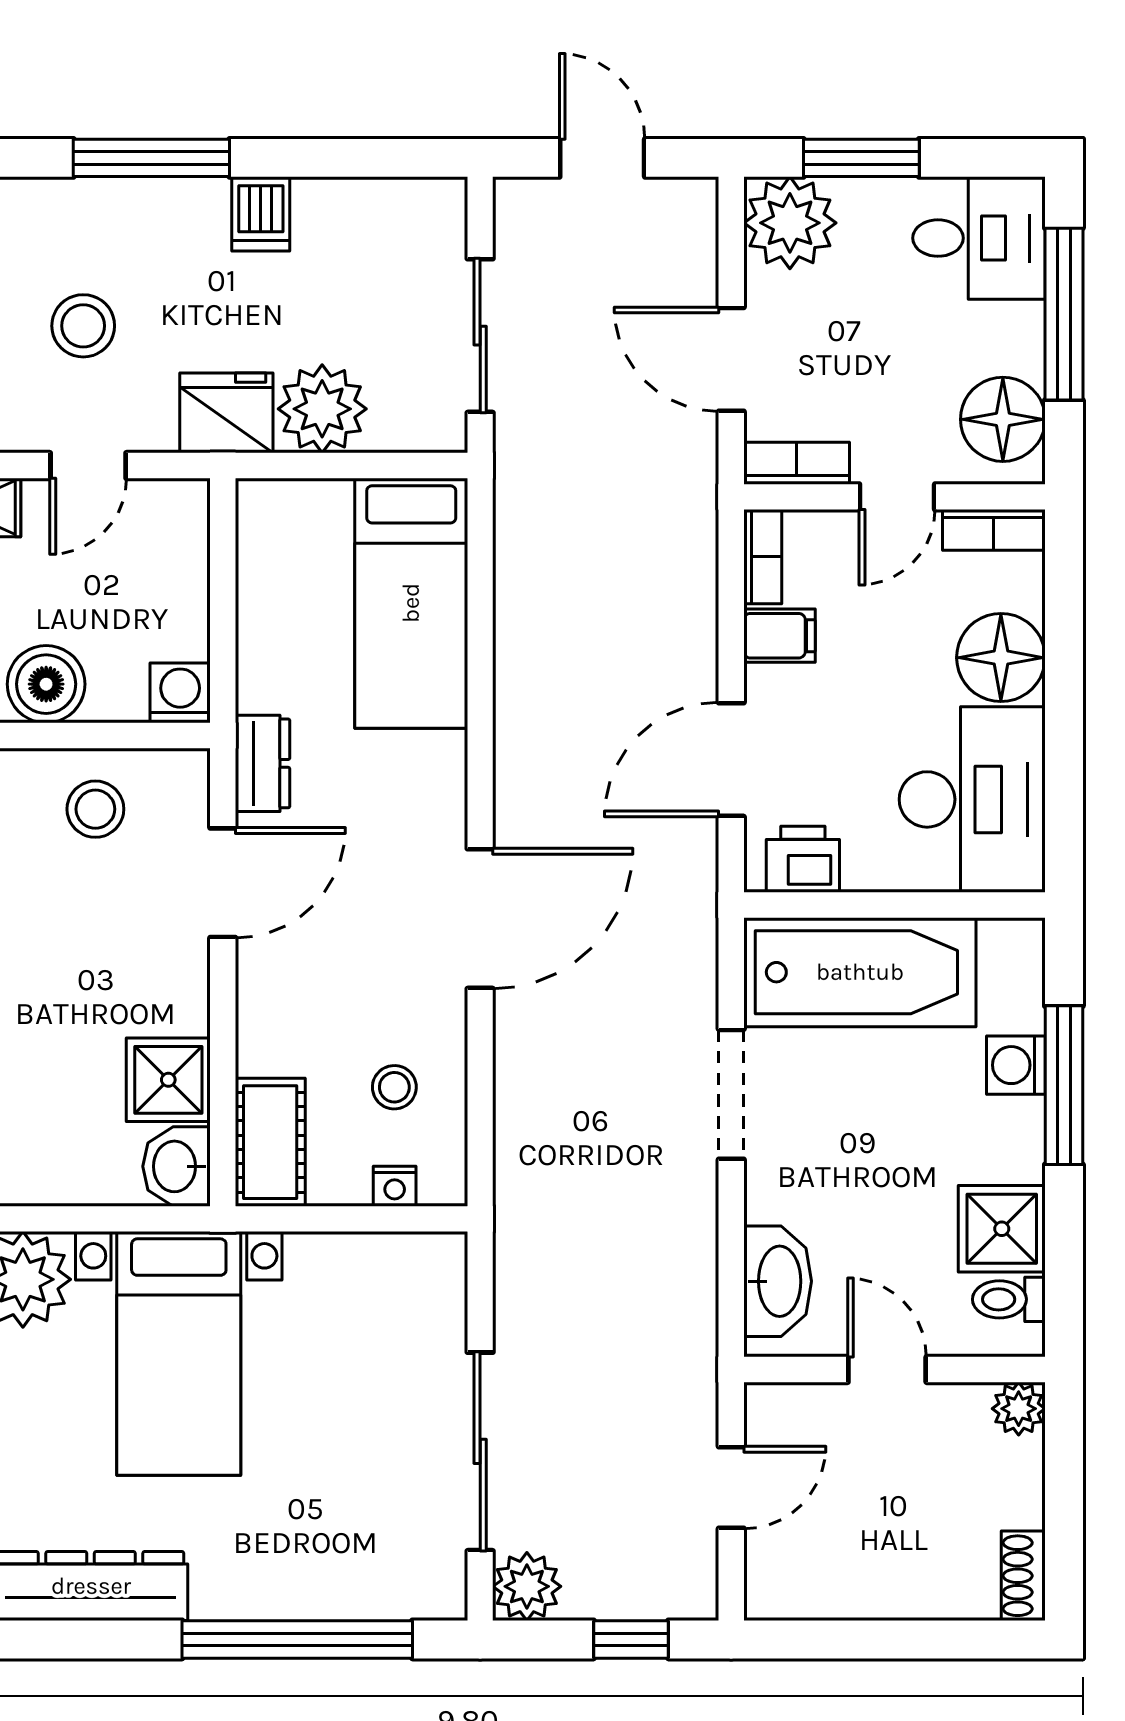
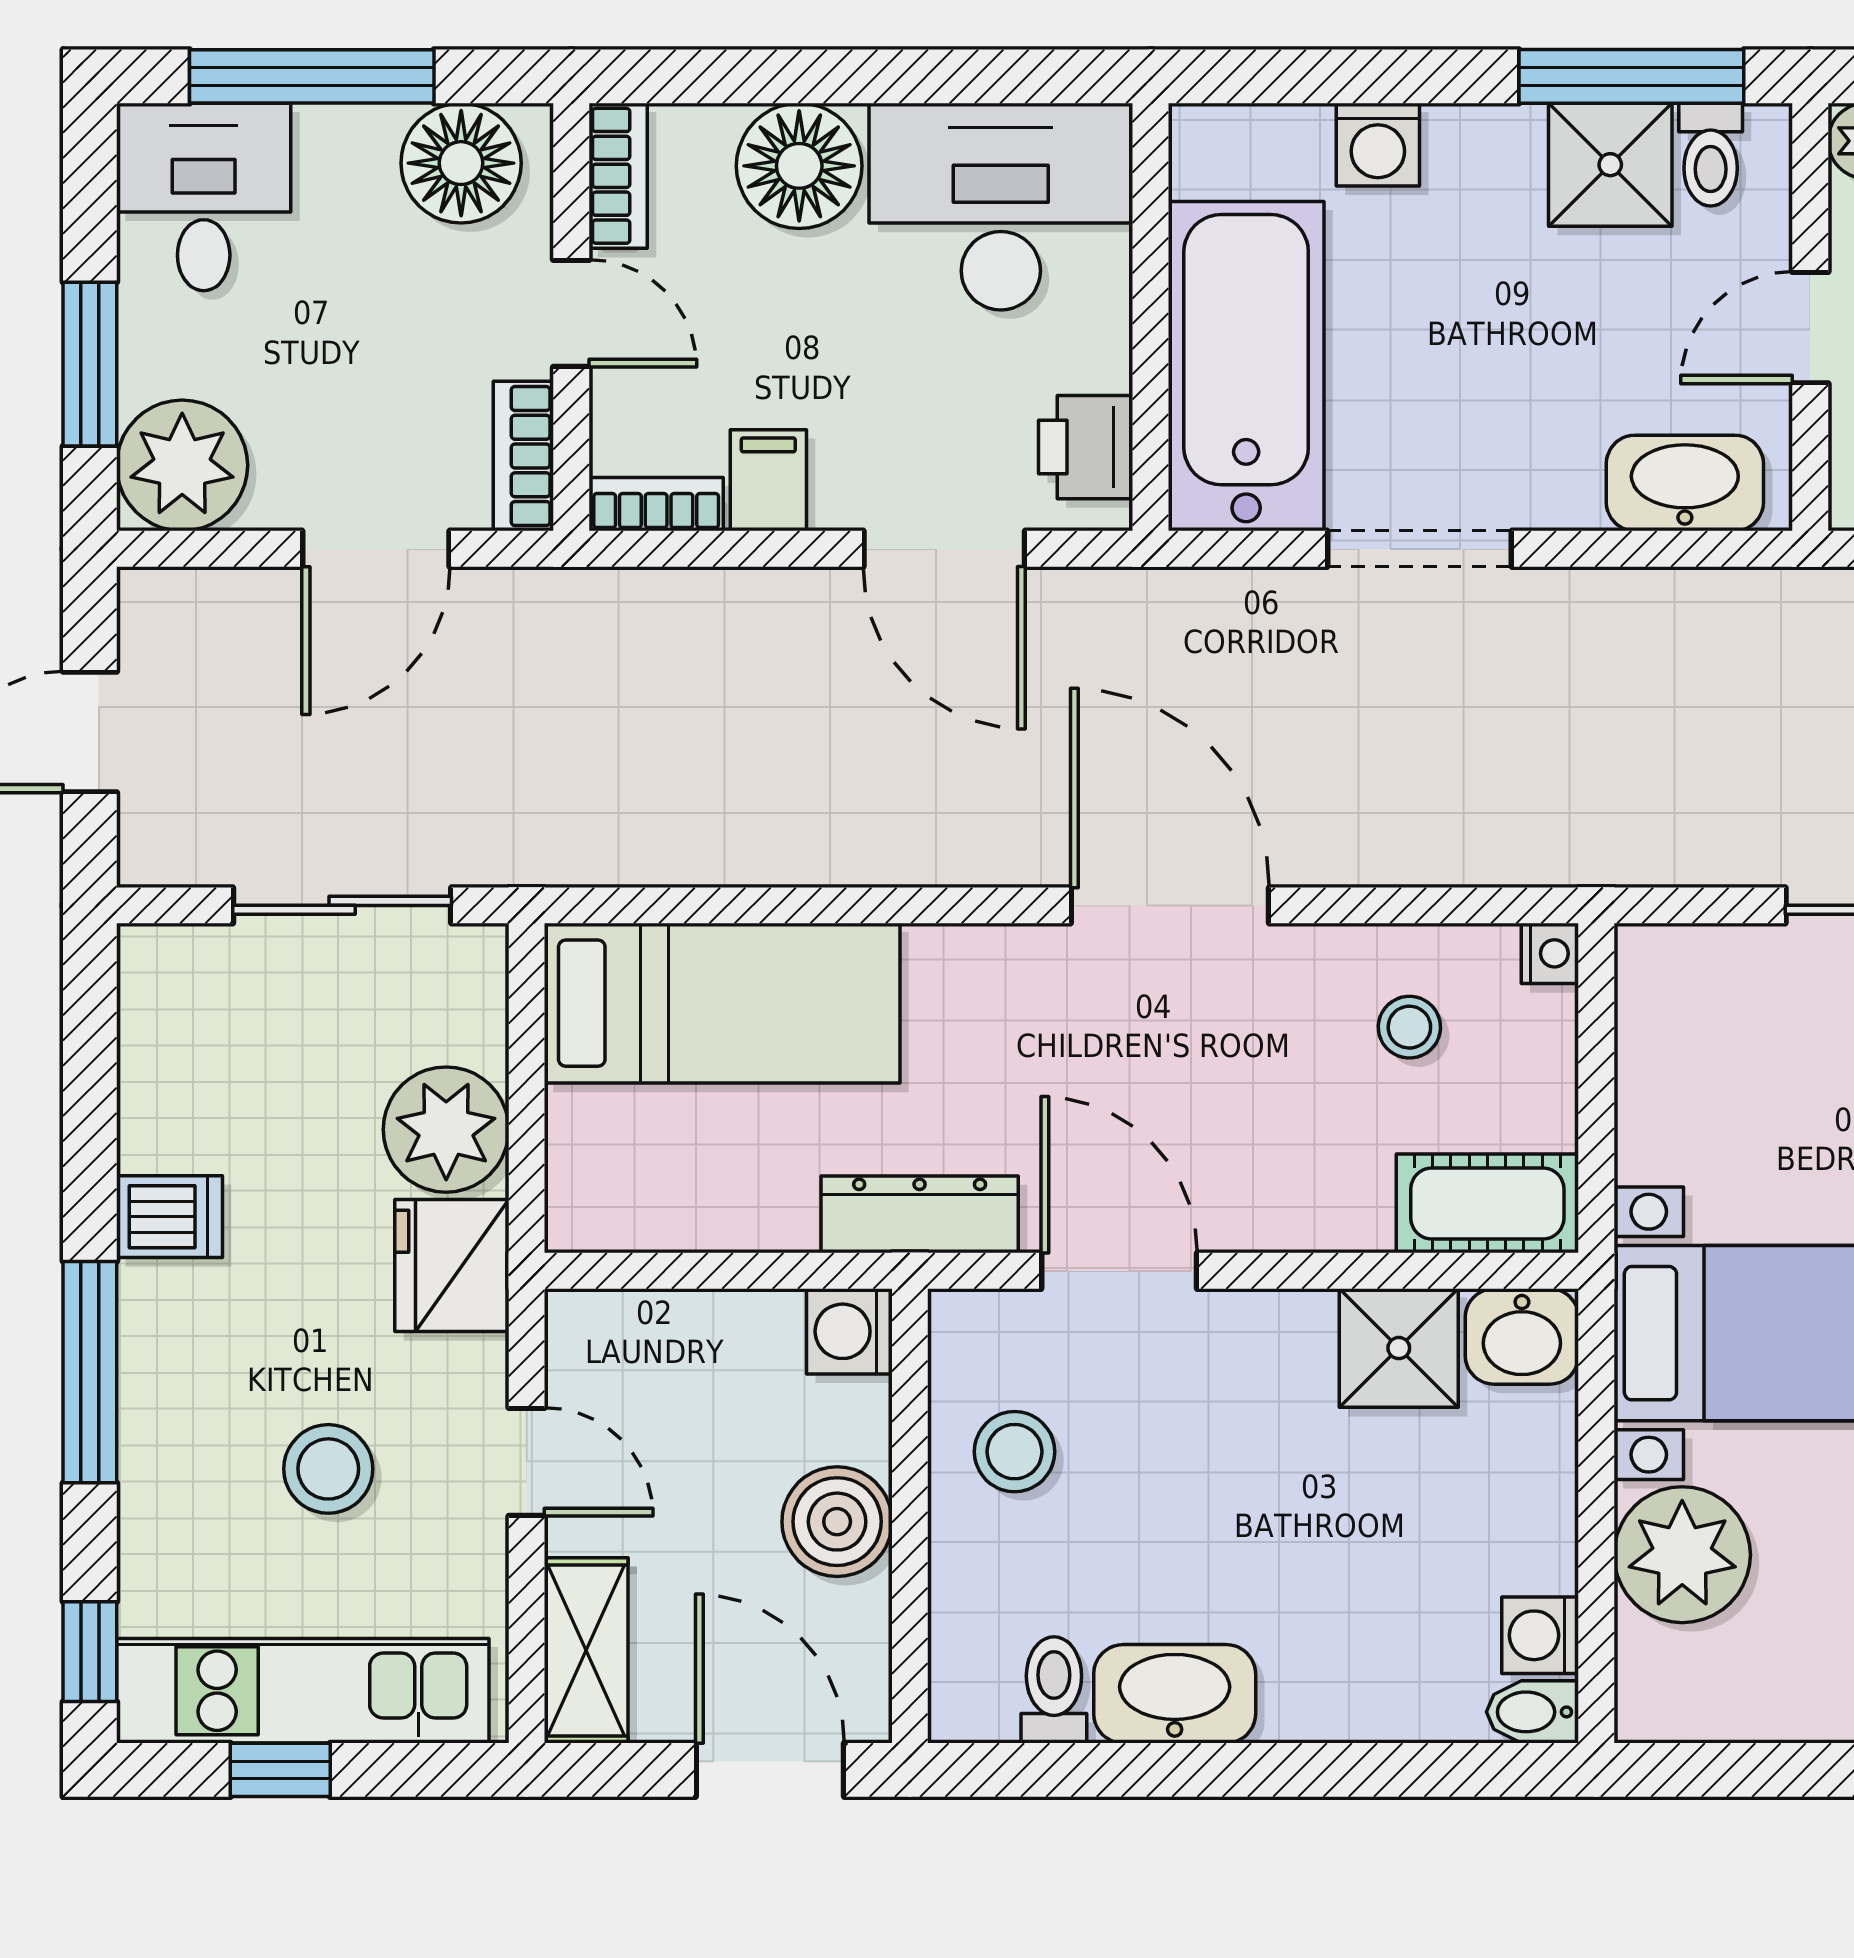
dresser: (262, 763) -> (920, 1214), width x1.44
window: (1064, 1085) -> (1631, 76), moved
nightstand: (395, 1186) -> (1550, 953), moved

